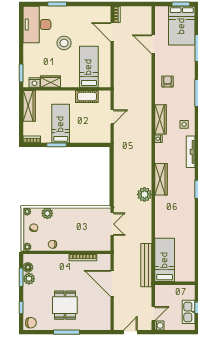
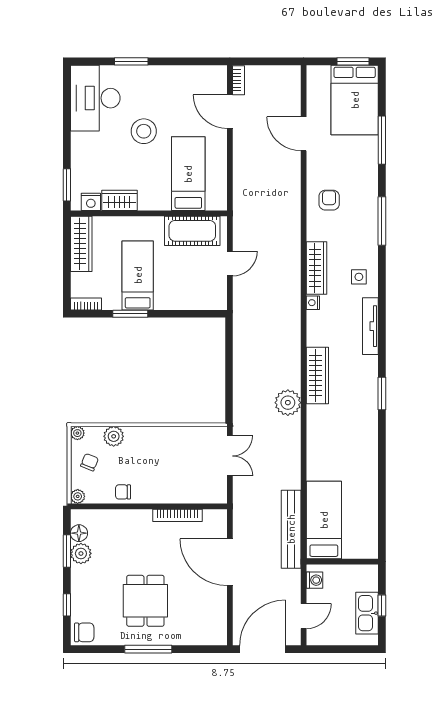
cot: (87, 97) -> (192, 231), width x1.37, depth x1.34
washing machine: (159, 325) -> (315, 580), moved
door: (130, 332) -> (263, 649), width x1.87

